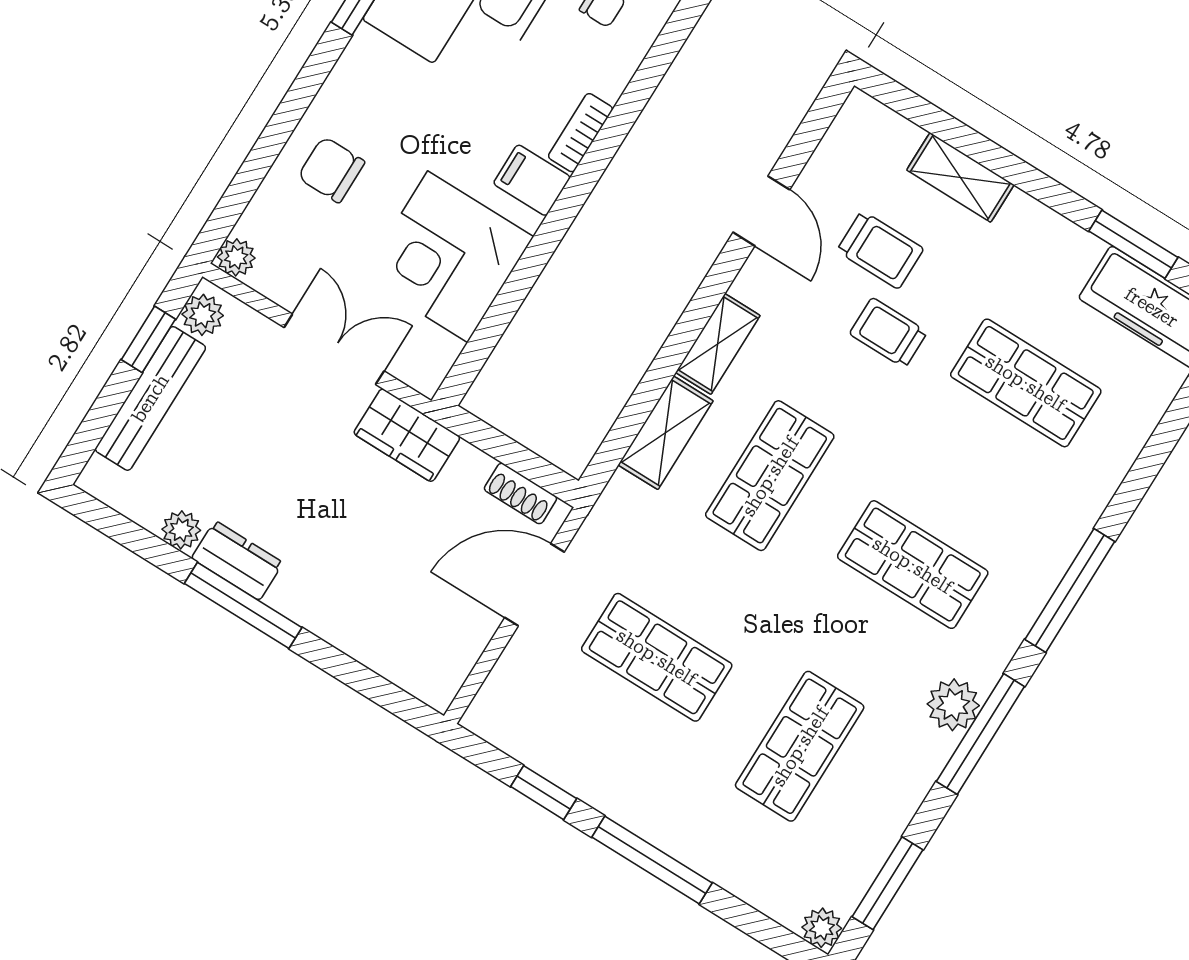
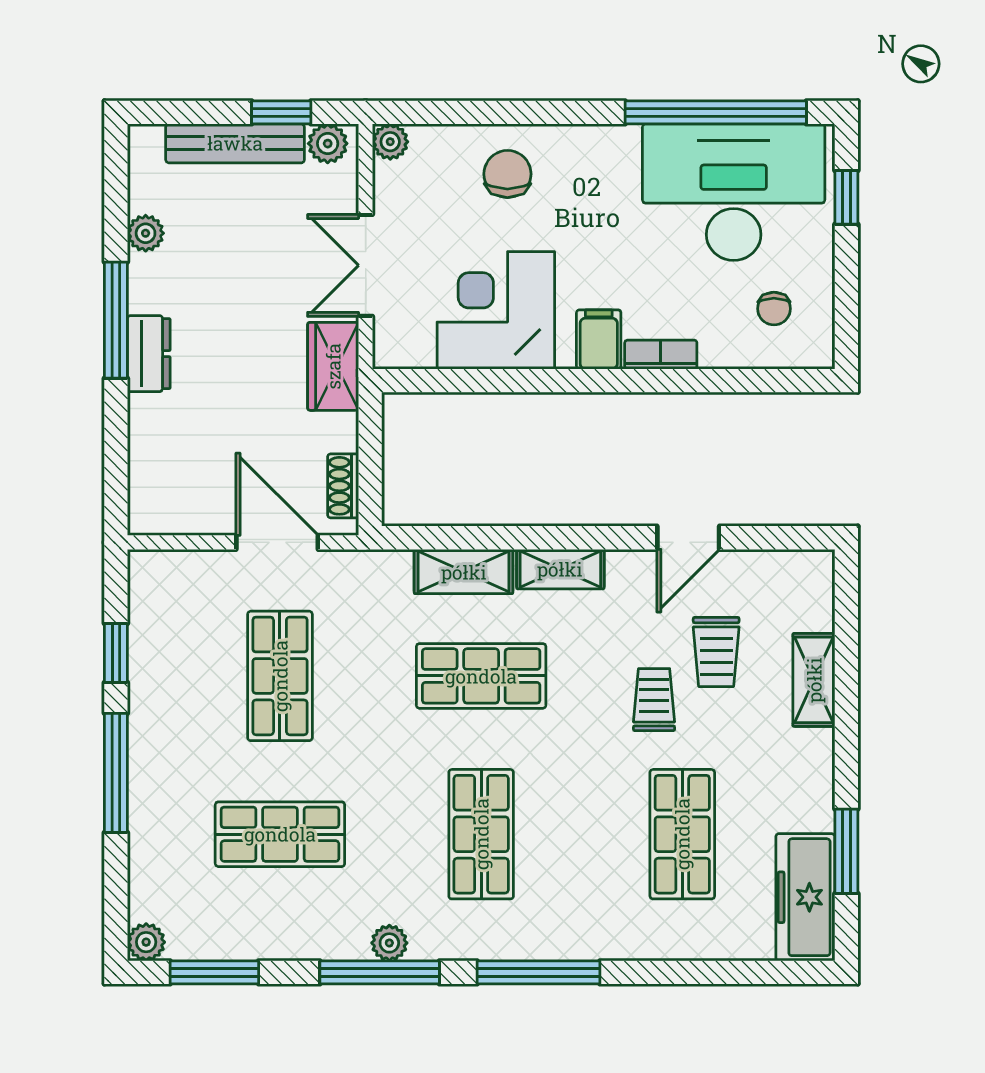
double door: (334, 349) -> (366, 265), swing flipped
dresser: (237, 561) -> (149, 354), moved
plant: (953, 705) -> (389, 943), width x0.73, depth x0.73

